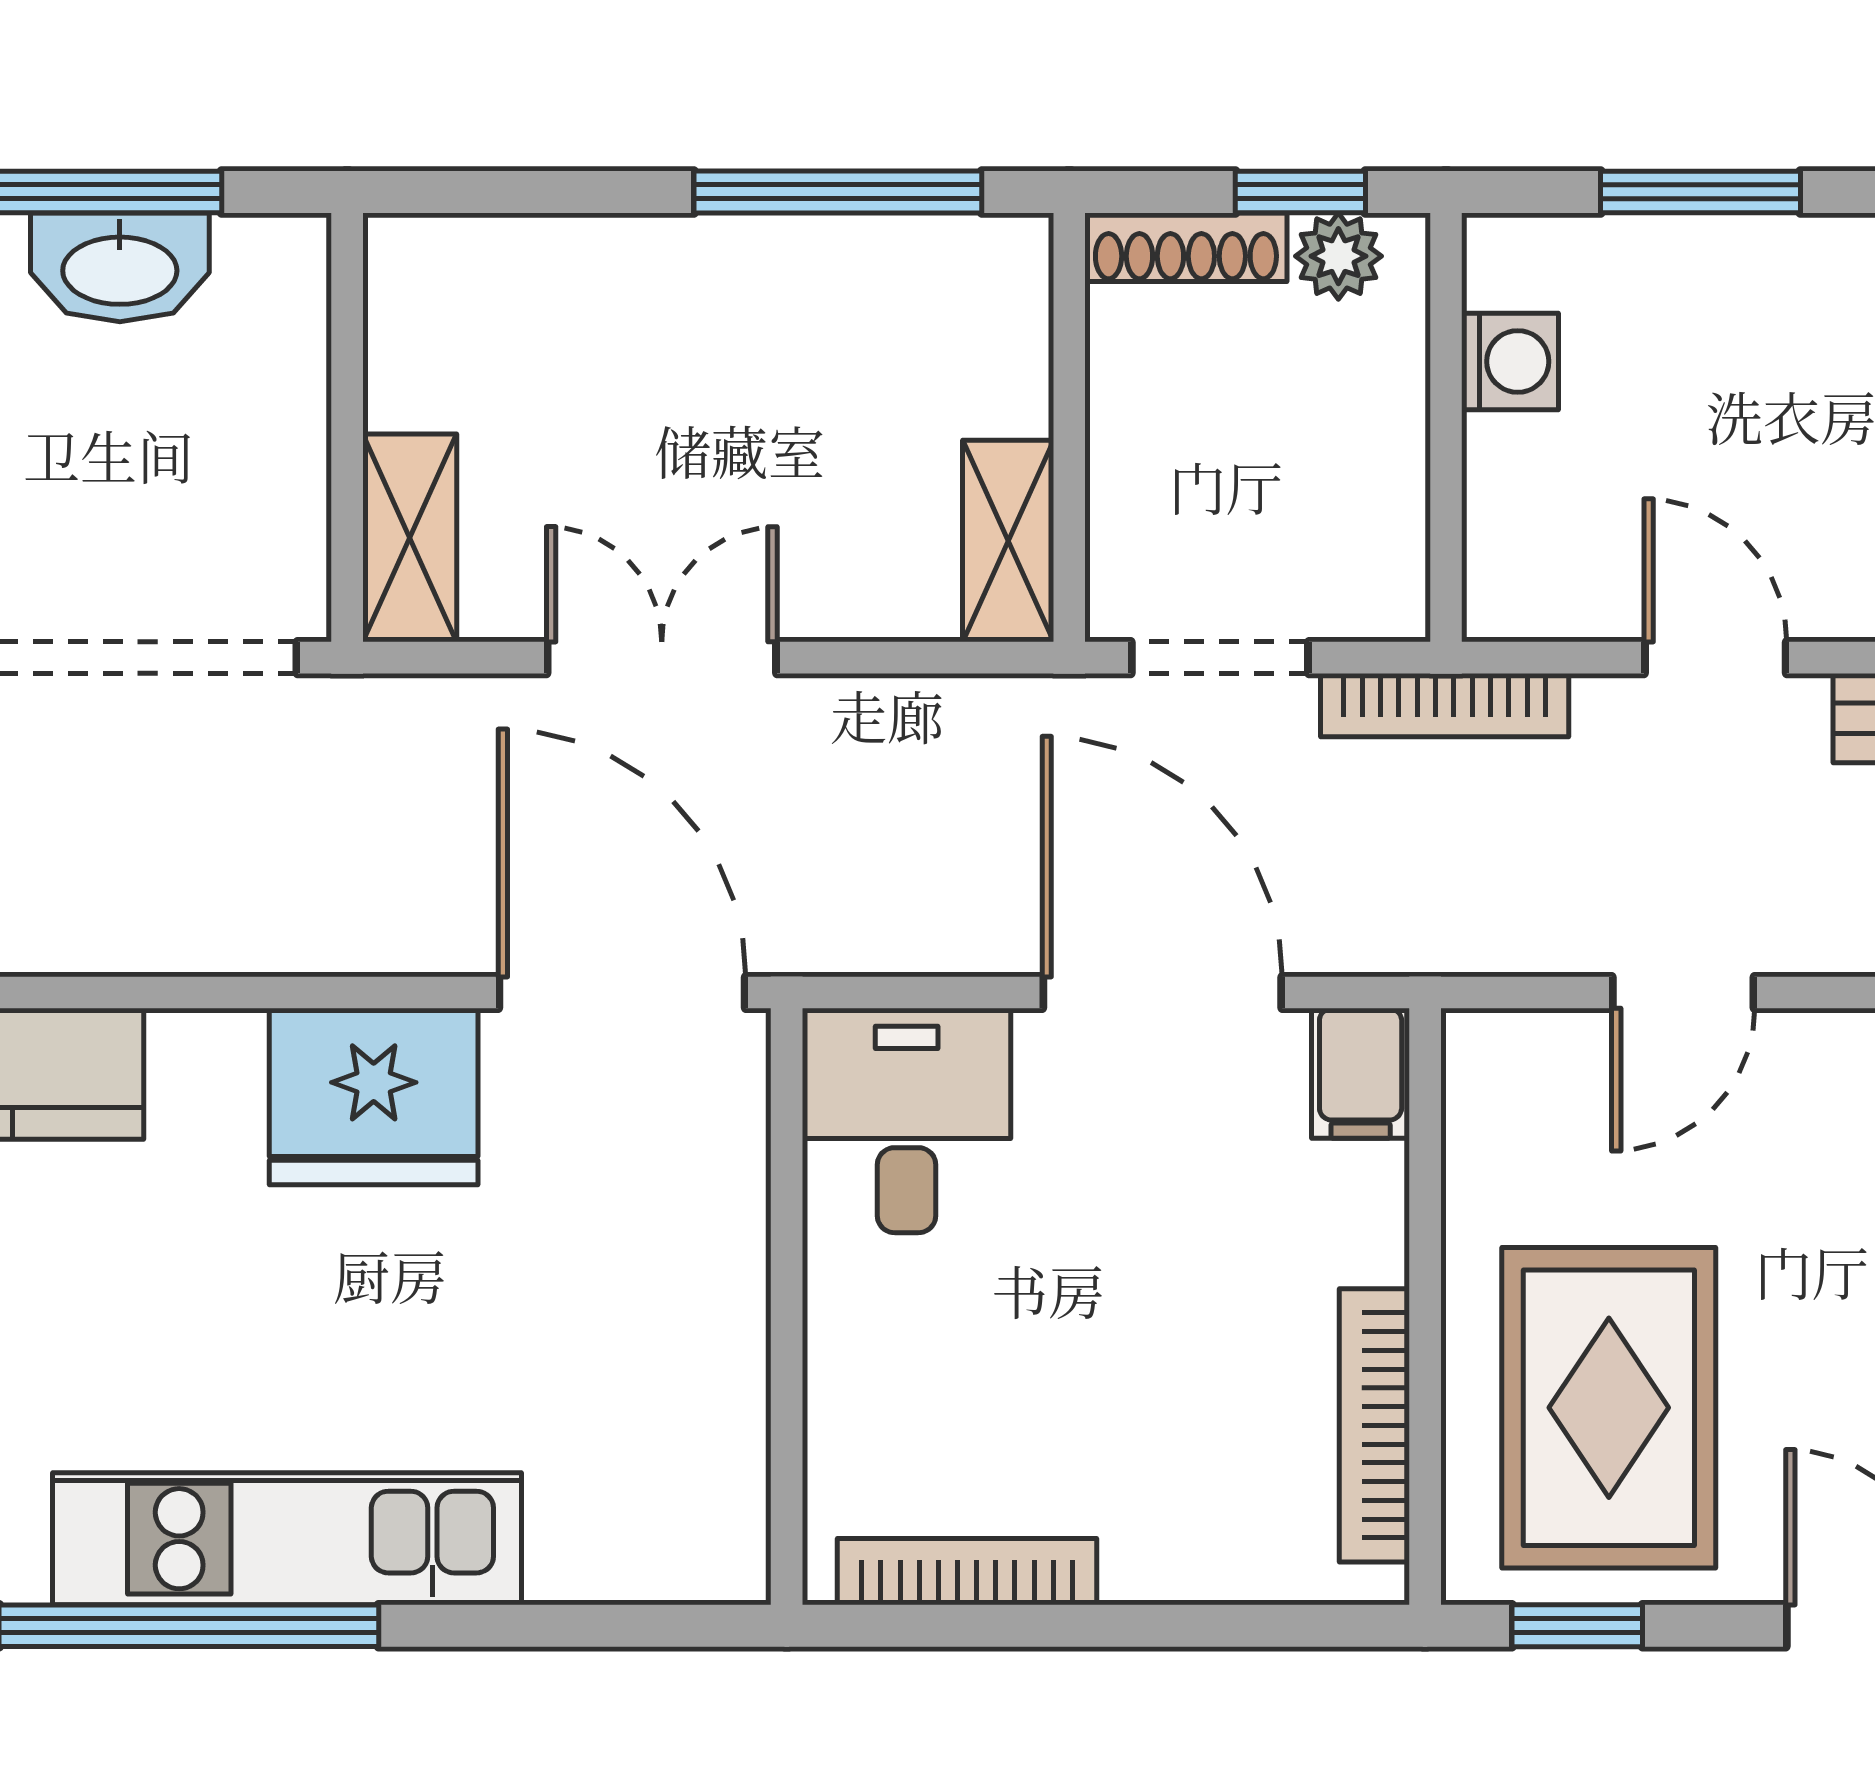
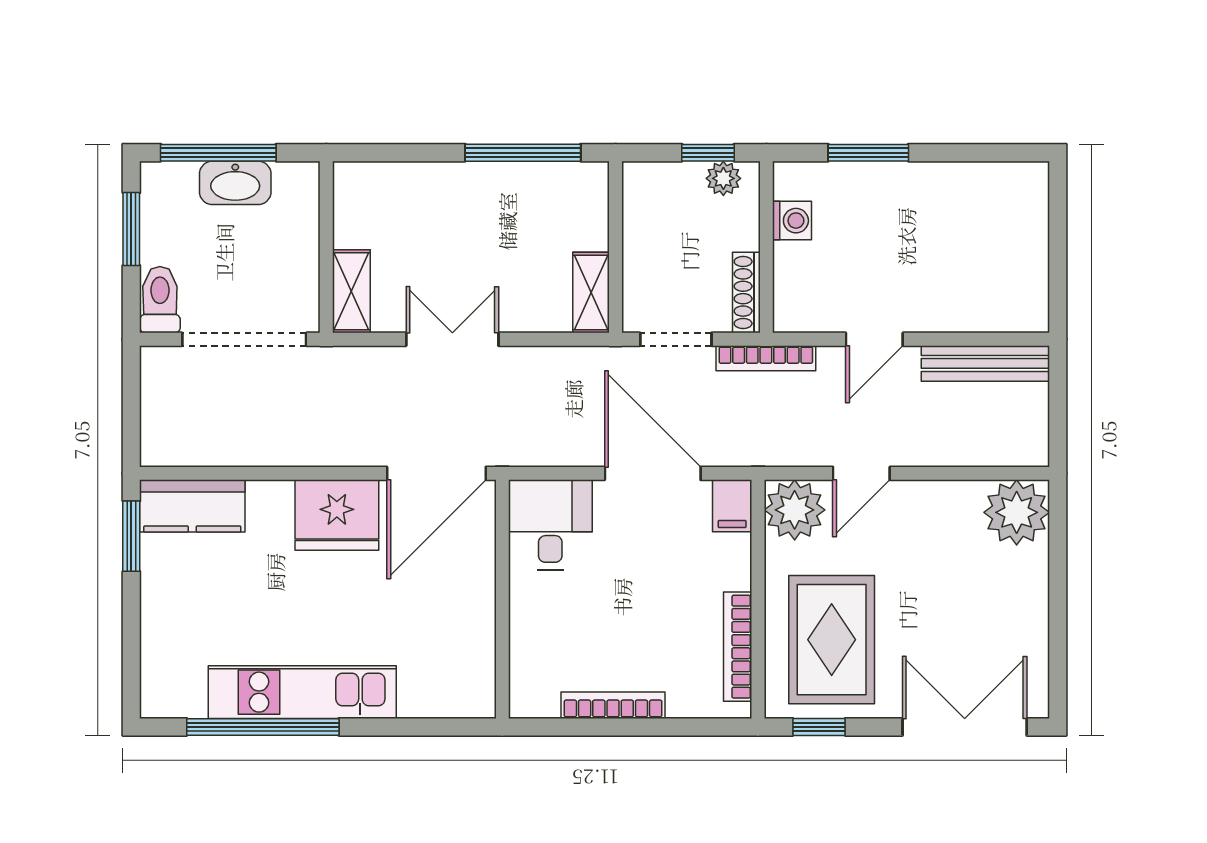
shoe rack: (1186, 247) -> (746, 292), moved, turned 90
door: (1715, 658) -> (874, 339), swing flipped
door: (622, 993) -> (436, 473), swing flipped
plant: (1516, 1084) -> (795, 510), added
bookcase: (967, 1572) -> (613, 705), moved

